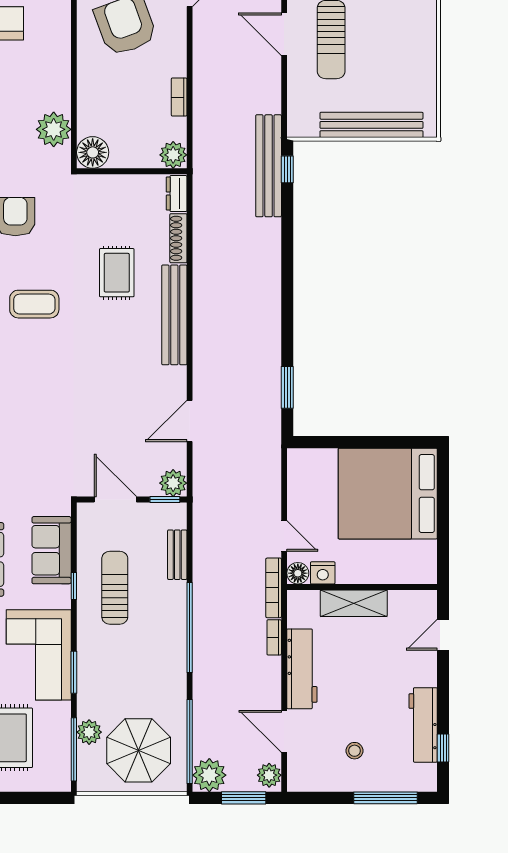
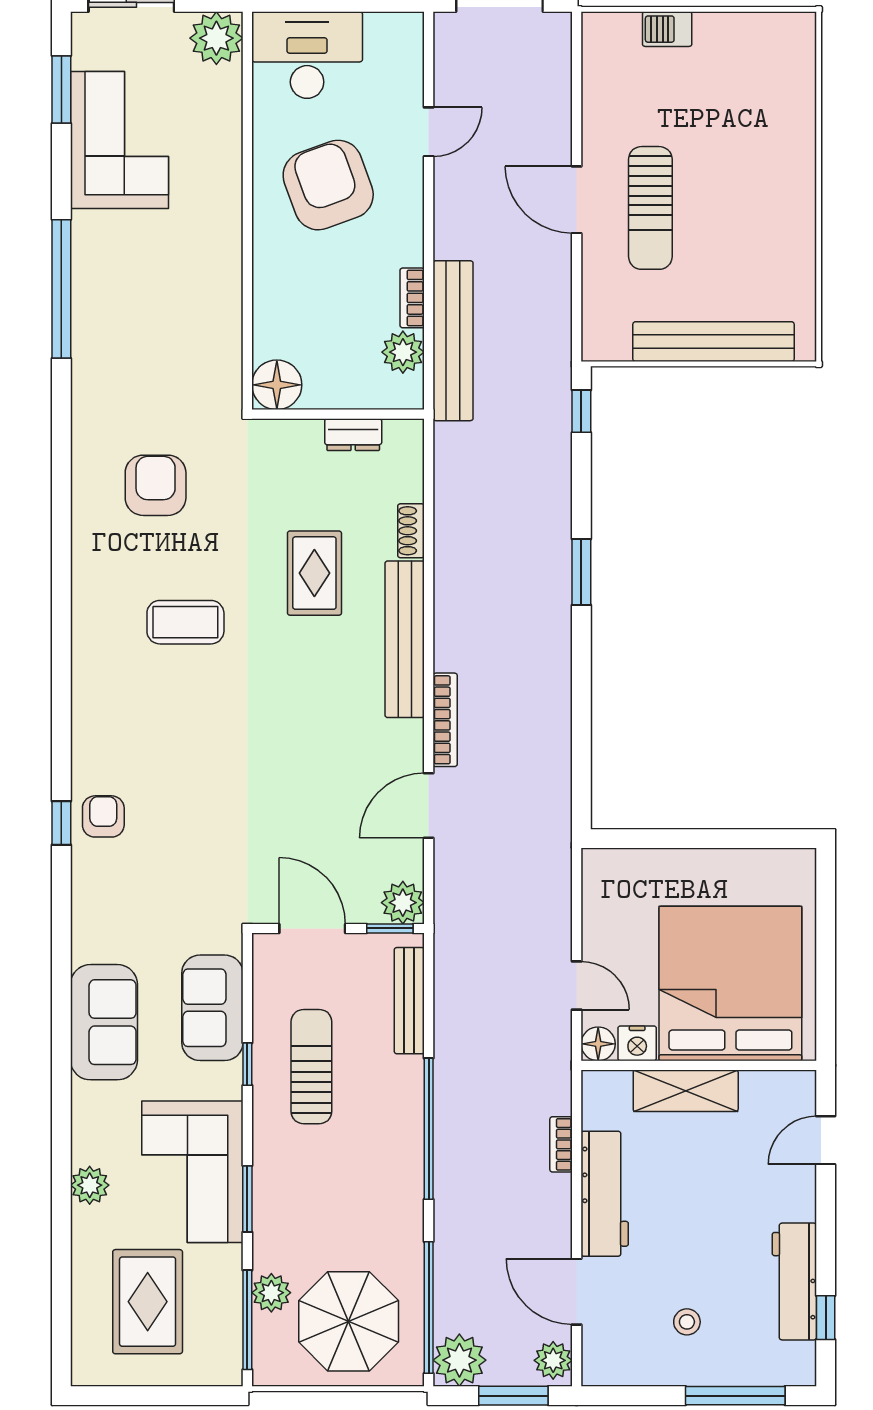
plant: (54, 129) -> (216, 349), removed
plant: (173, 155) -> (403, 352), moved
bench: (269, 166) -> (453, 341), moved
dresser: (177, 194) -> (353, 435), moved, turned -90
shoe rack: (178, 238) -> (411, 531), width x0.70
window: (287, 387) -> (581, 572), moved
bed: (388, 494) -> (730, 983), moved, turned 90
bench: (177, 555) -> (409, 1001), width x1.36
bookcase: (274, 588) -> (445, 720), moved, turned 180

